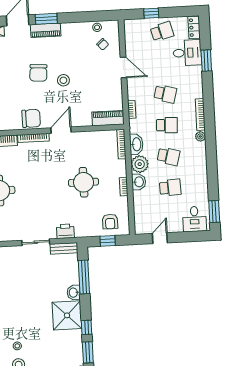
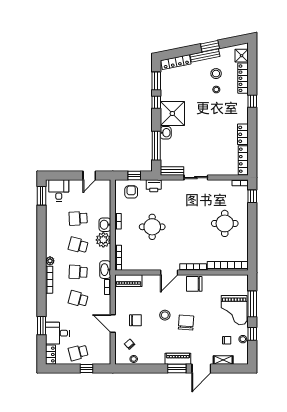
chair: (97, 72) -> (135, 320), added
washbasin: (136, 144) -> (105, 270), moved
printer: (65, 231) -> (154, 186), moved

